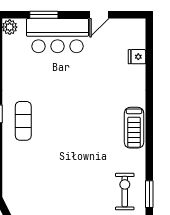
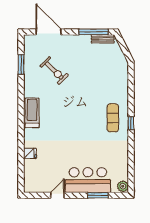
fridge: (137, 57) -> (30, 153), moved
exercise bike: (125, 191) -> (54, 70), moved, turned -46

